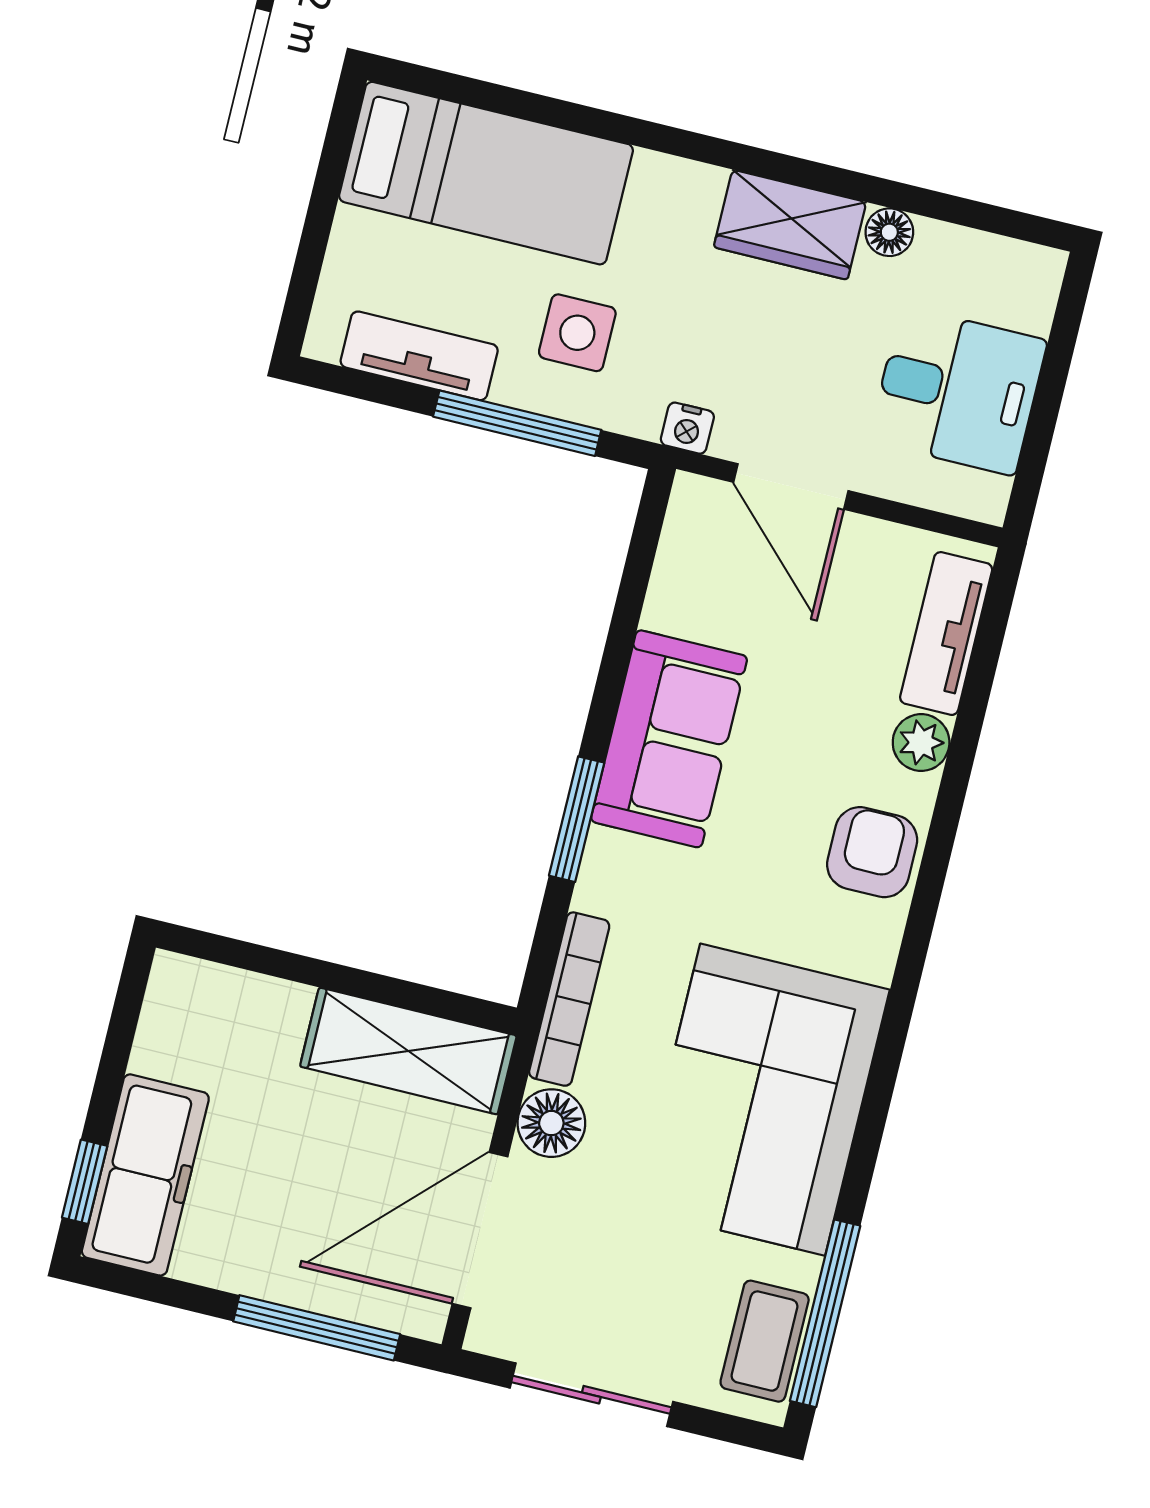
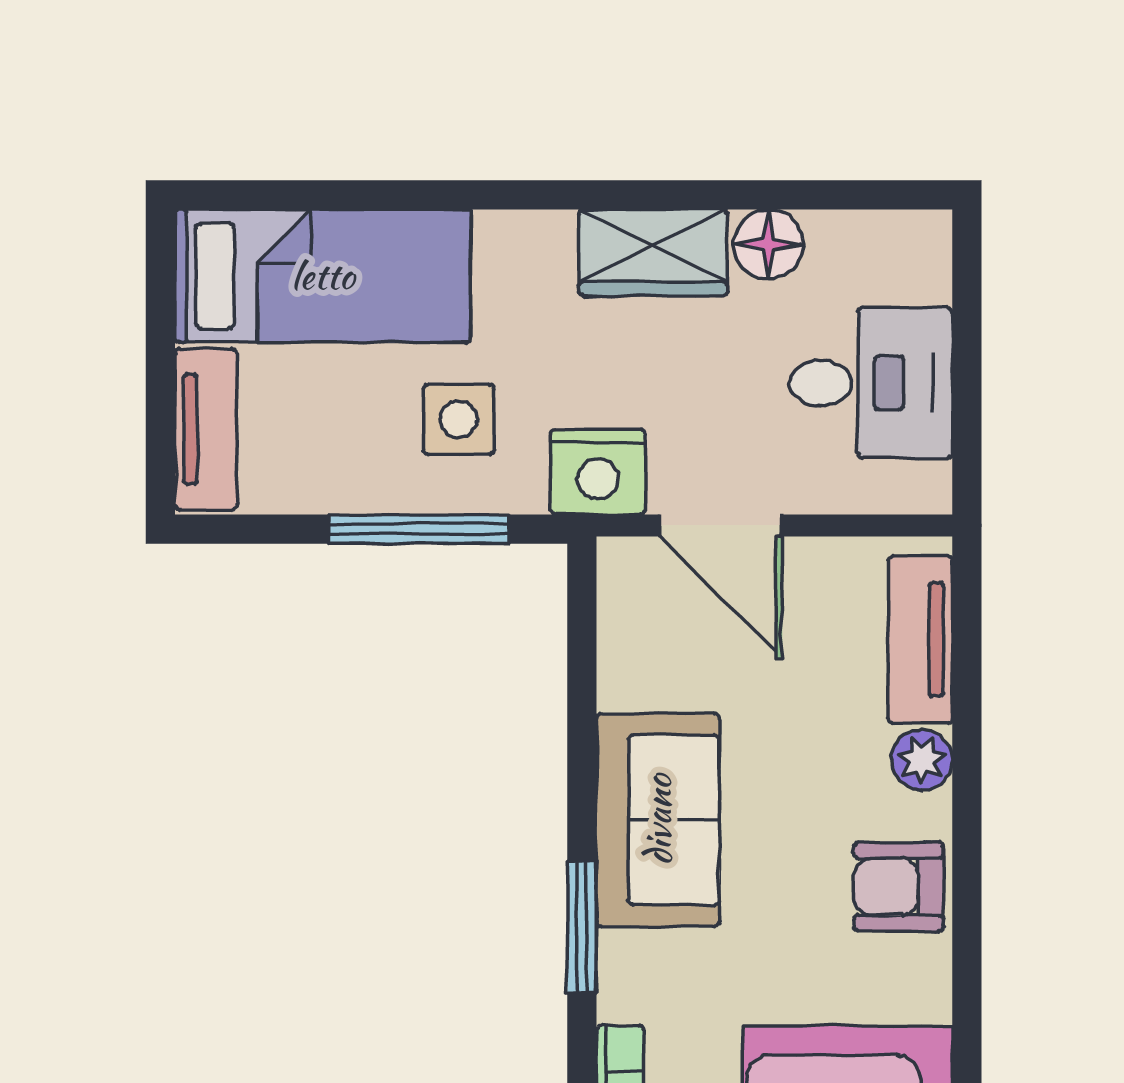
floor lamp: (889, 232) -> (768, 244), width x1.37, depth x1.37
tv unit: (419, 356) -> (206, 429), moved, turned 90
nightstand: (687, 428) -> (598, 472), width x1.89, depth x1.79
armchair: (872, 852) -> (899, 887), turned -90

